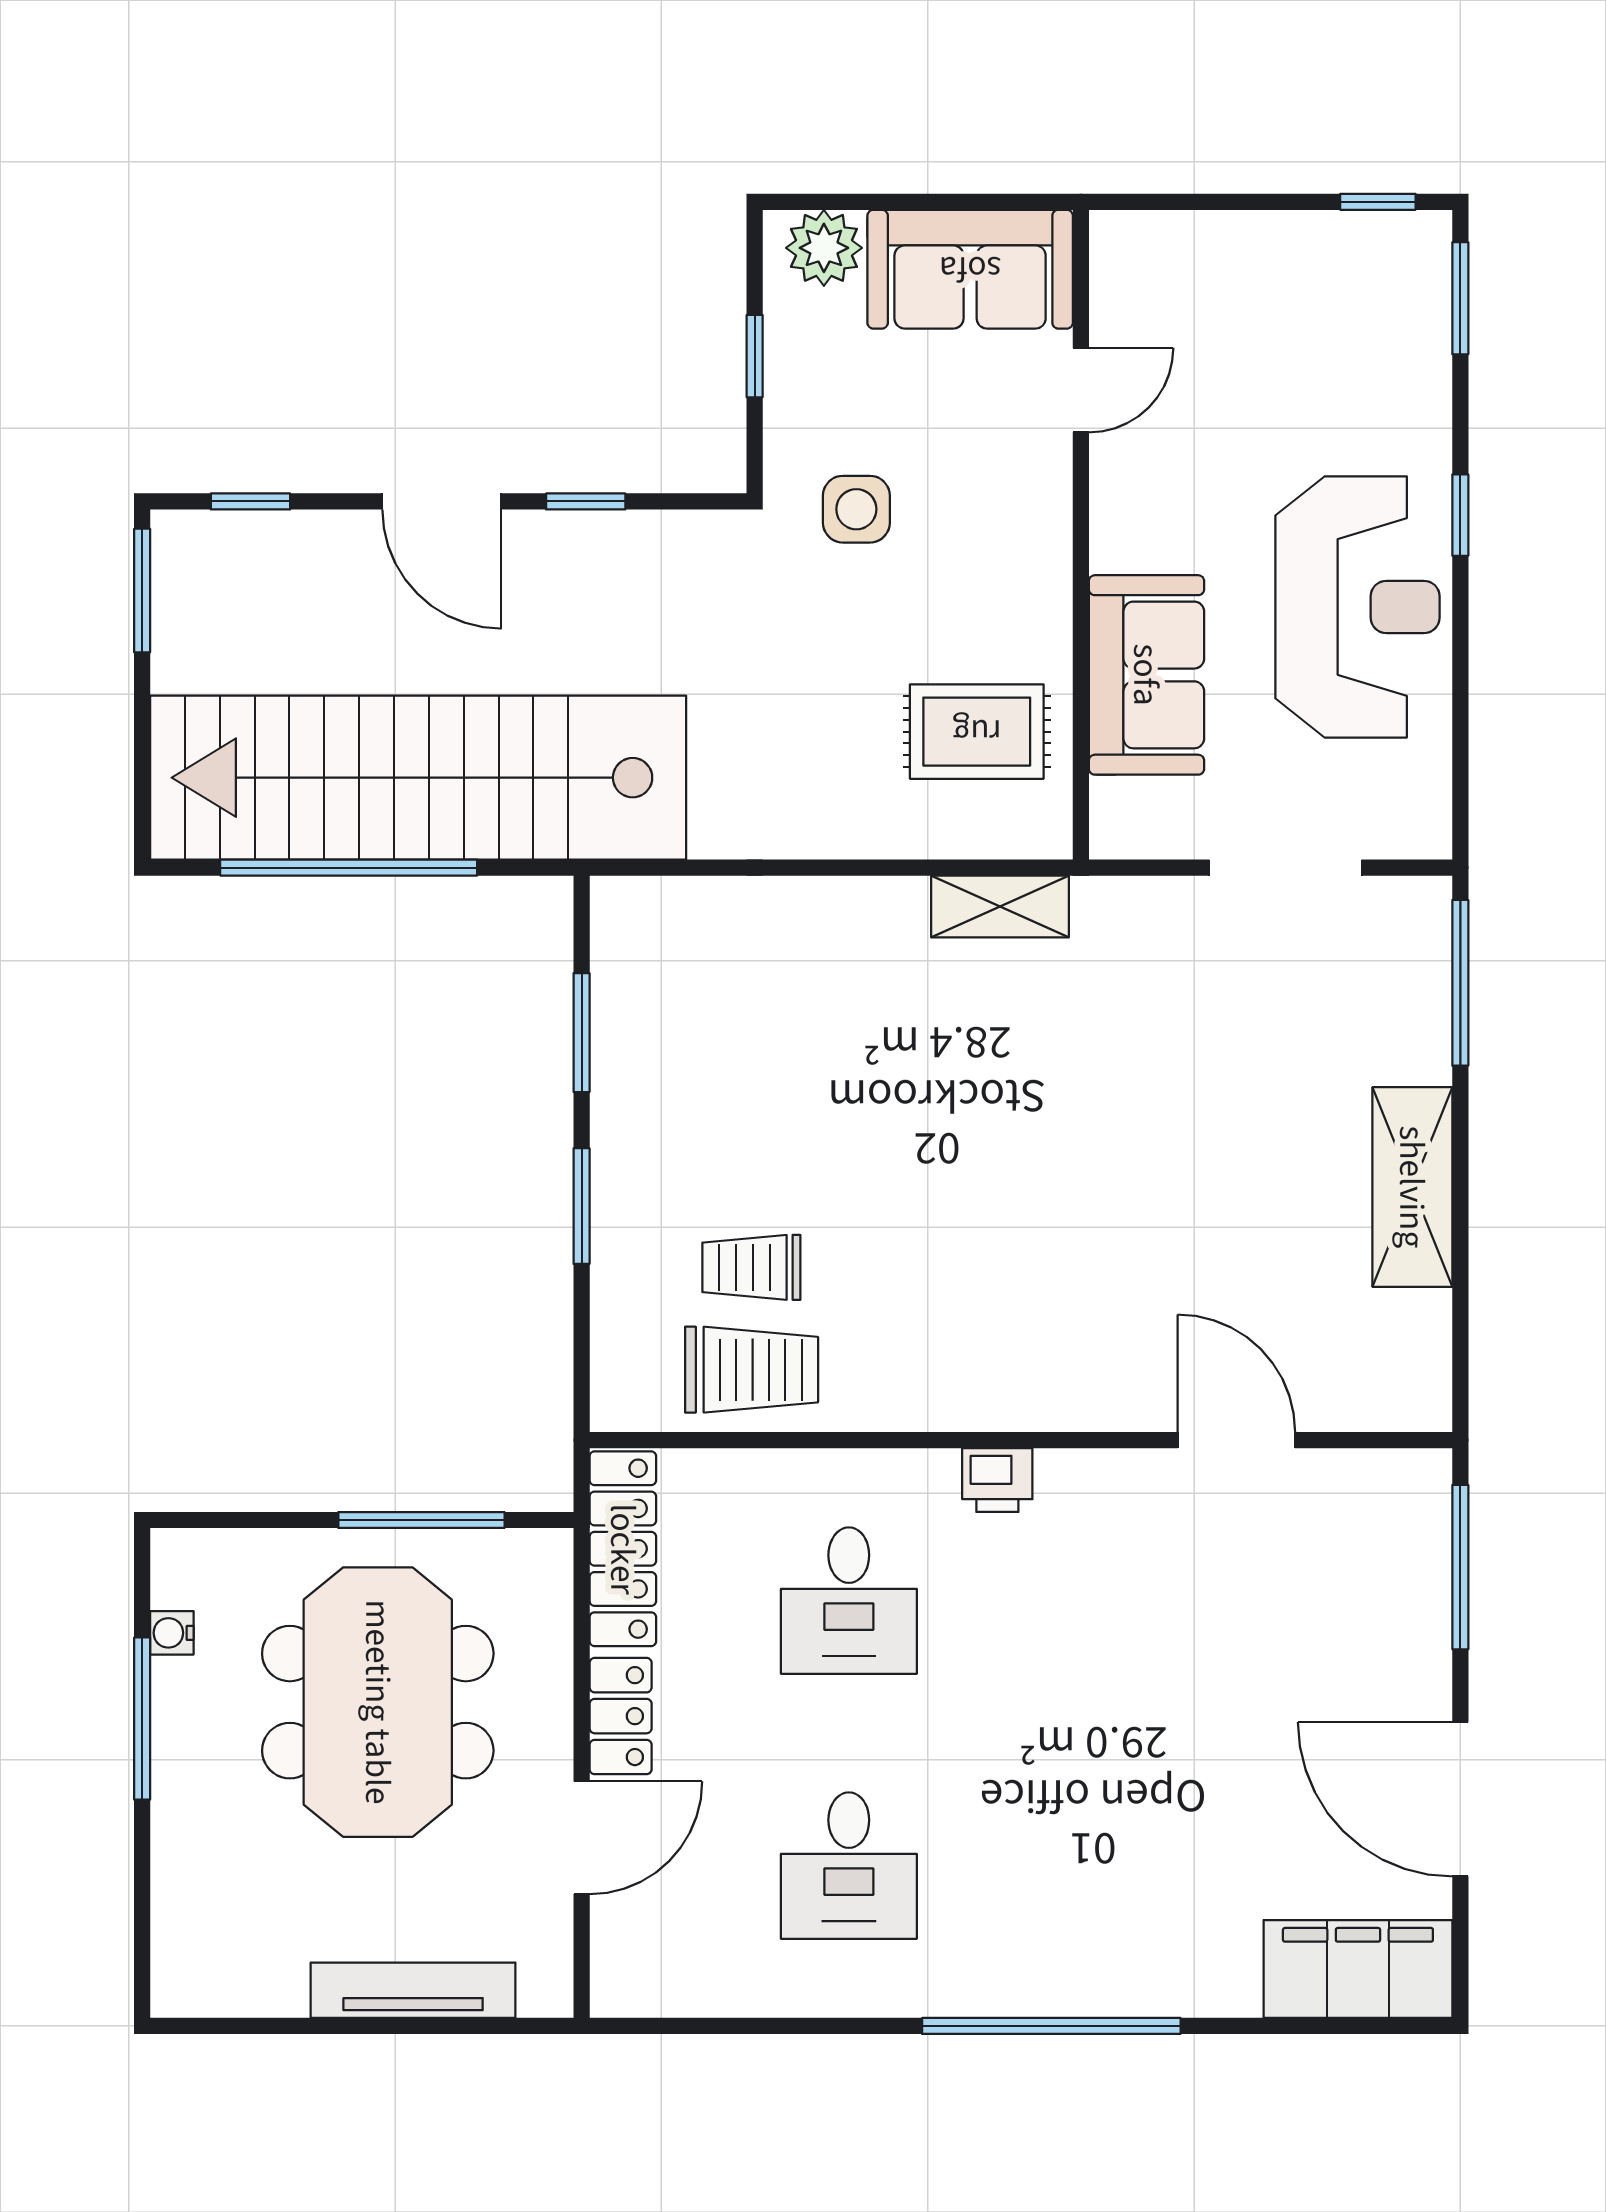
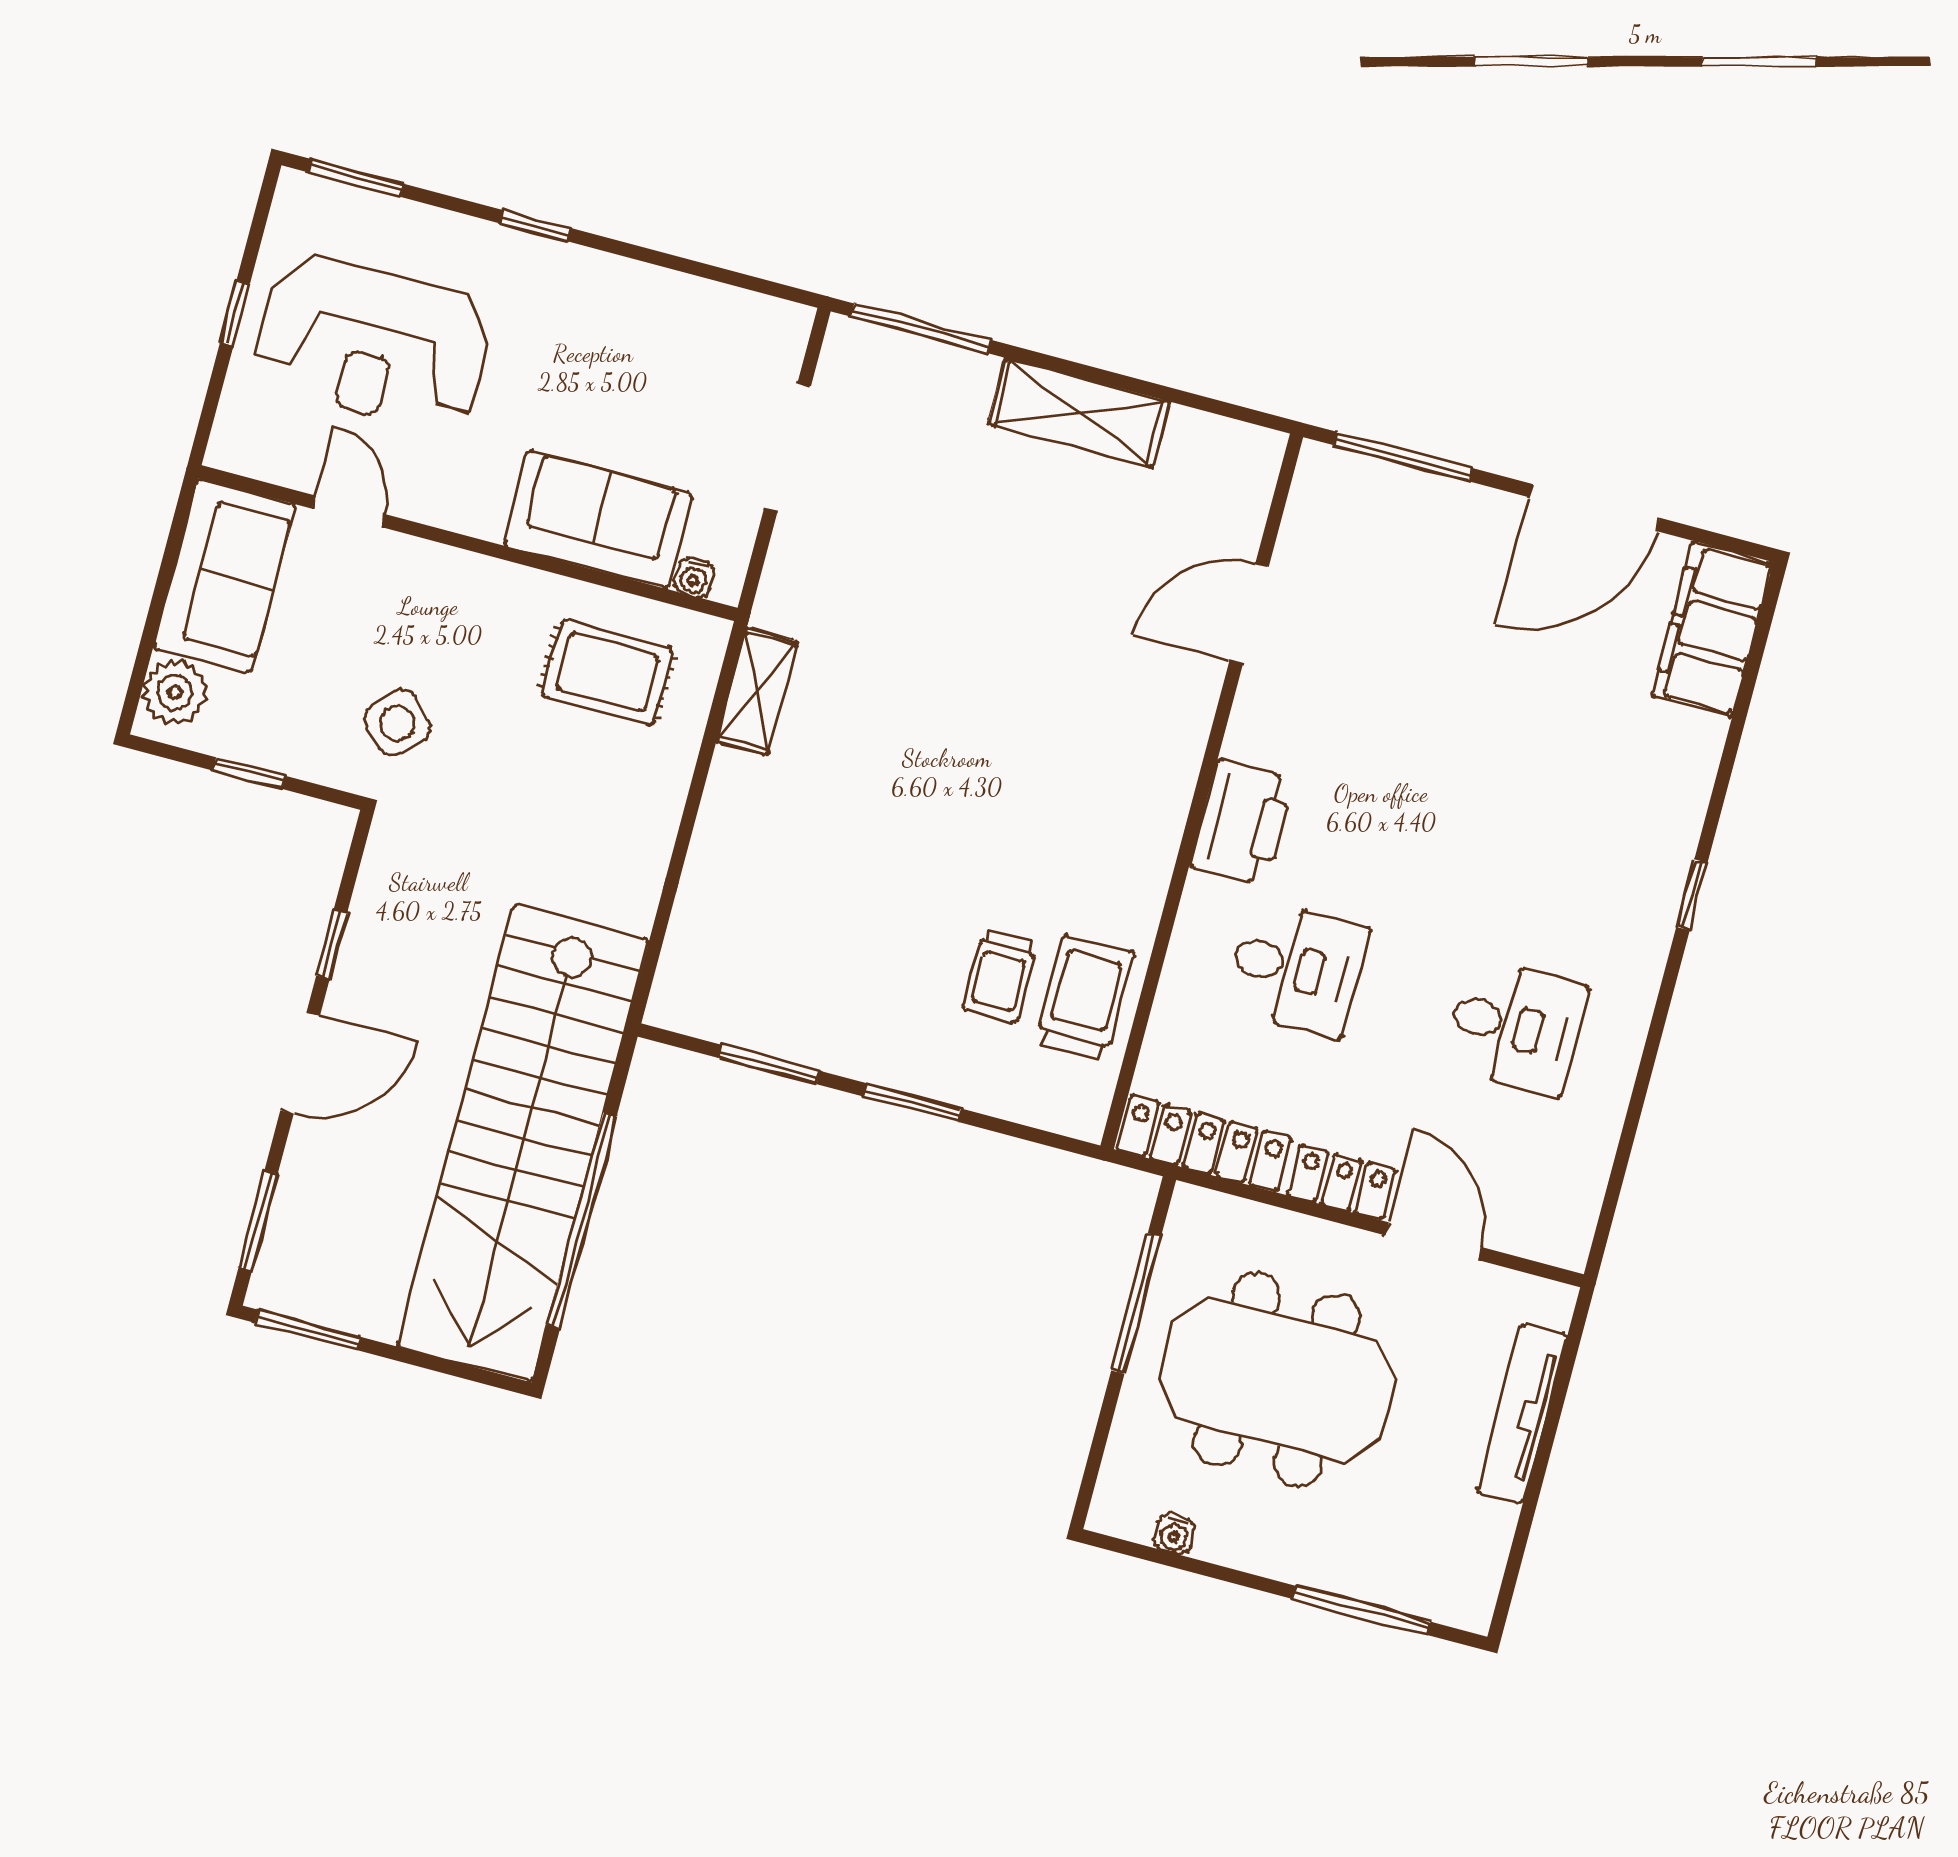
window: (1378, 202) -> (235, 313), moved
window: (250, 501) -> (258, 1221), width x1.50
side table: (856, 509) -> (398, 723), turned 45
reception desk: (1357, 607) -> (373, 343), moved, turned 180
rug: (977, 732) -> (607, 672), turned 90
water cooler: (1110, 801) -> (694, 578), added
printer: (997, 1480) -> (1242, 823), width x1.87, depth x1.48
window: (142, 1719) -> (1362, 1610), moved
window: (1051, 2026) -> (1692, 895), width x0.32

